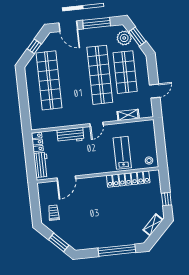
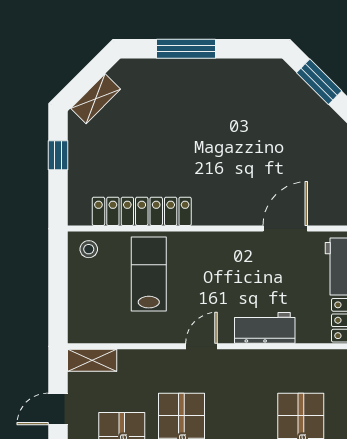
shelving: (128, 115) -> (92, 360), moved
lab bench: (122, 153) -> (149, 274), turned 180
trolley: (54, 213) -> (323, 152), removed
window: (117, 250) -> (186, 49), width x0.68

